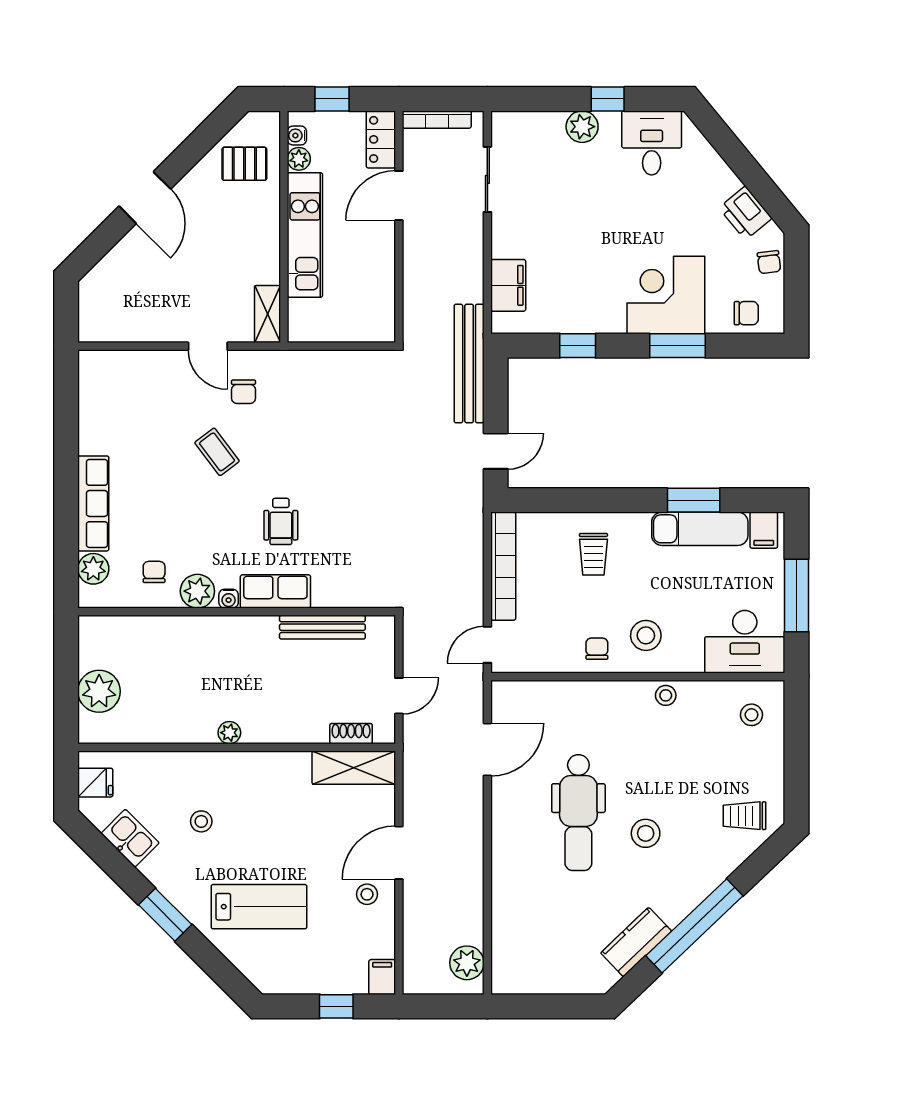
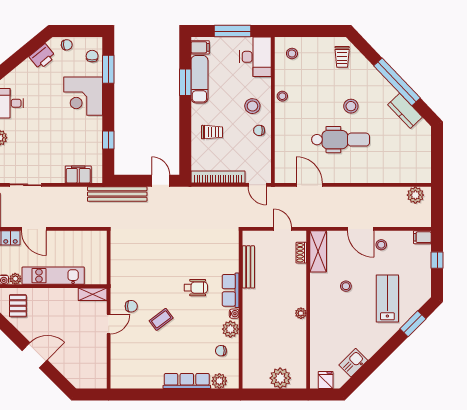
window: (677, 346) -> (108, 69), moved
stool: (201, 821) -> (346, 286), moved
window: (165, 915) -> (413, 324), moved

